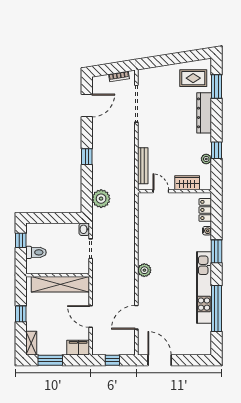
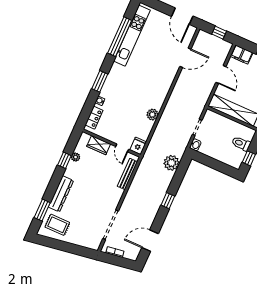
fridge: (145, 201) -> (138, 146), added
plant: (144, 270) -> (152, 115), moved
kitchen unit: (204, 288) -> (132, 36), moved

